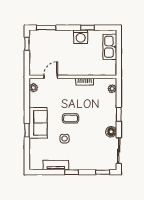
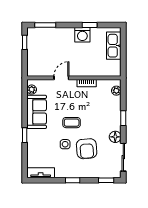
door: (51, 77) -> (61, 78), moved
sofa: (38, 123) -> (37, 112), moved
armchair: (85, 143) -> (87, 149), added
tv unit: (56, 165) -> (41, 173), moved

